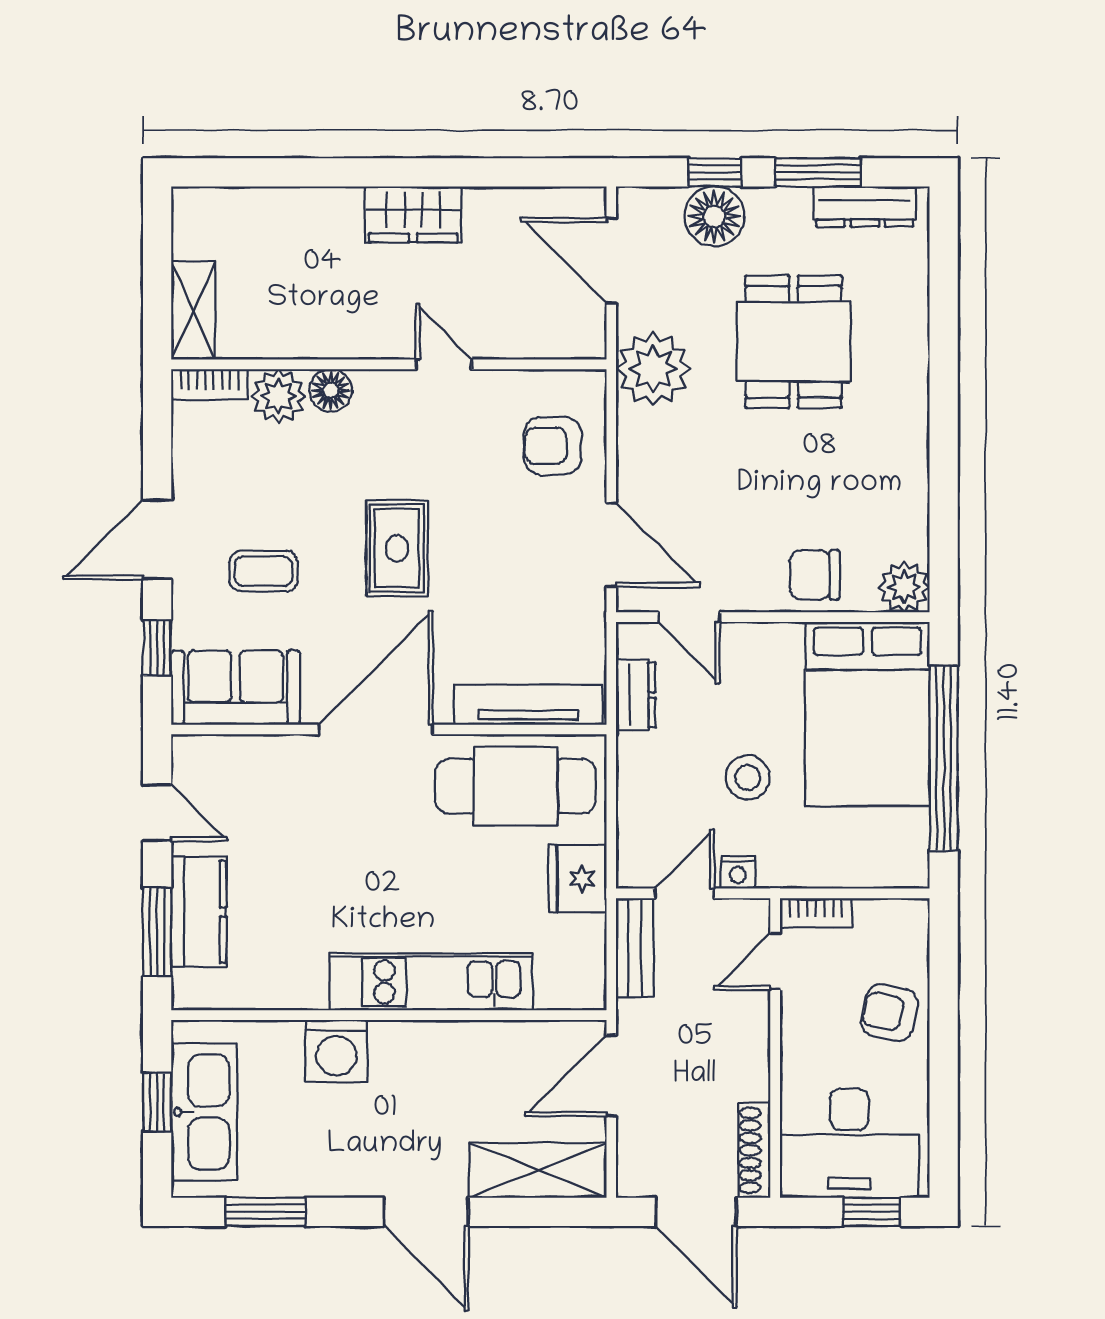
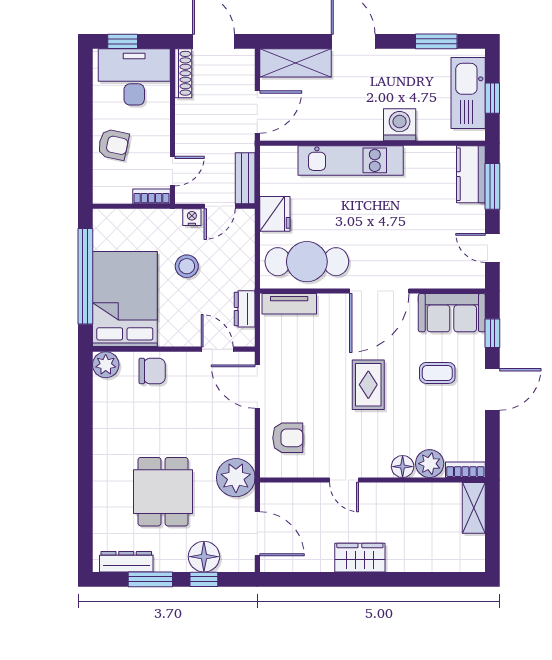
tv unit: (528, 705) -> (289, 304), width x0.71
kitchen counter: (199, 912) -> (471, 174), moved

